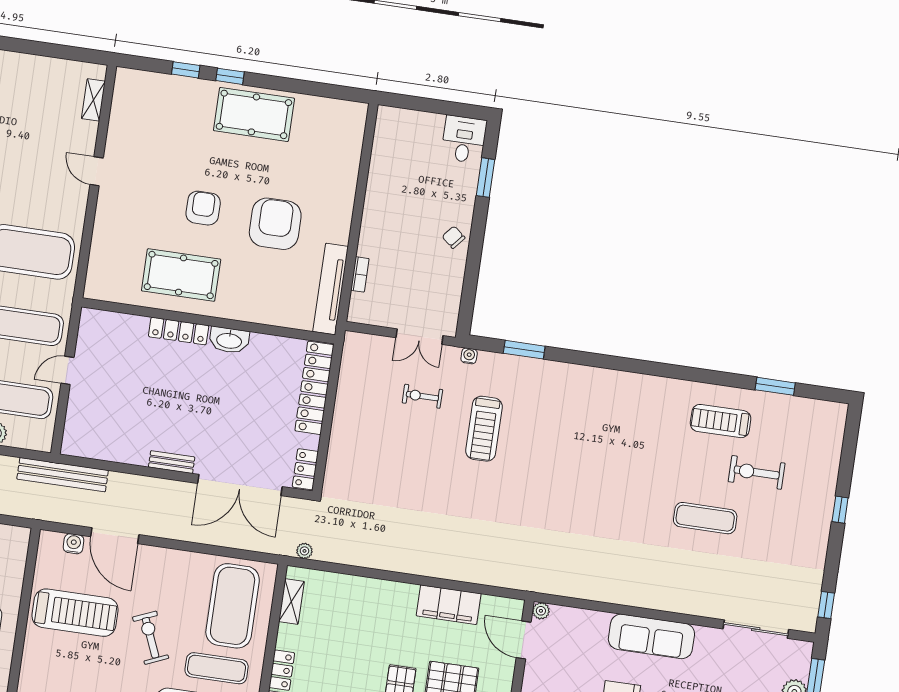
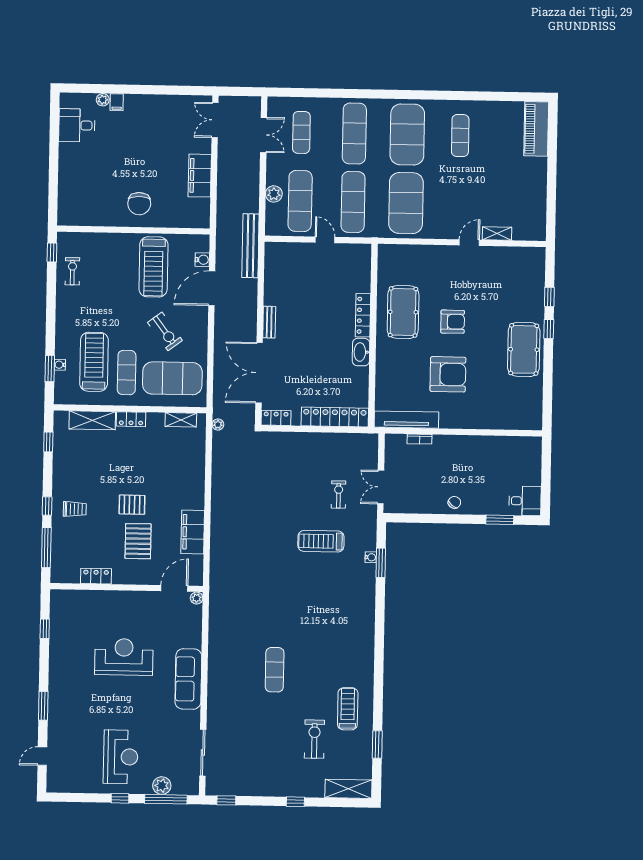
shelving: (93, 100) -> (497, 233), moved
water cooler: (469, 356) -> (371, 557), moved
shelving: (831, 434) -> (348, 789), added
exercise mat: (705, 518) -> (275, 670), moved
exercise bike: (151, 638) -> (165, 331), moved, turned 76

